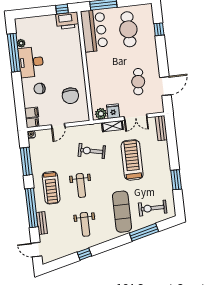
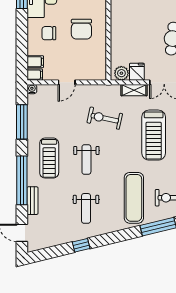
chair: (70, 96) -> (81, 29), moved
treadmill: (132, 160) -> (154, 135), turned 180

